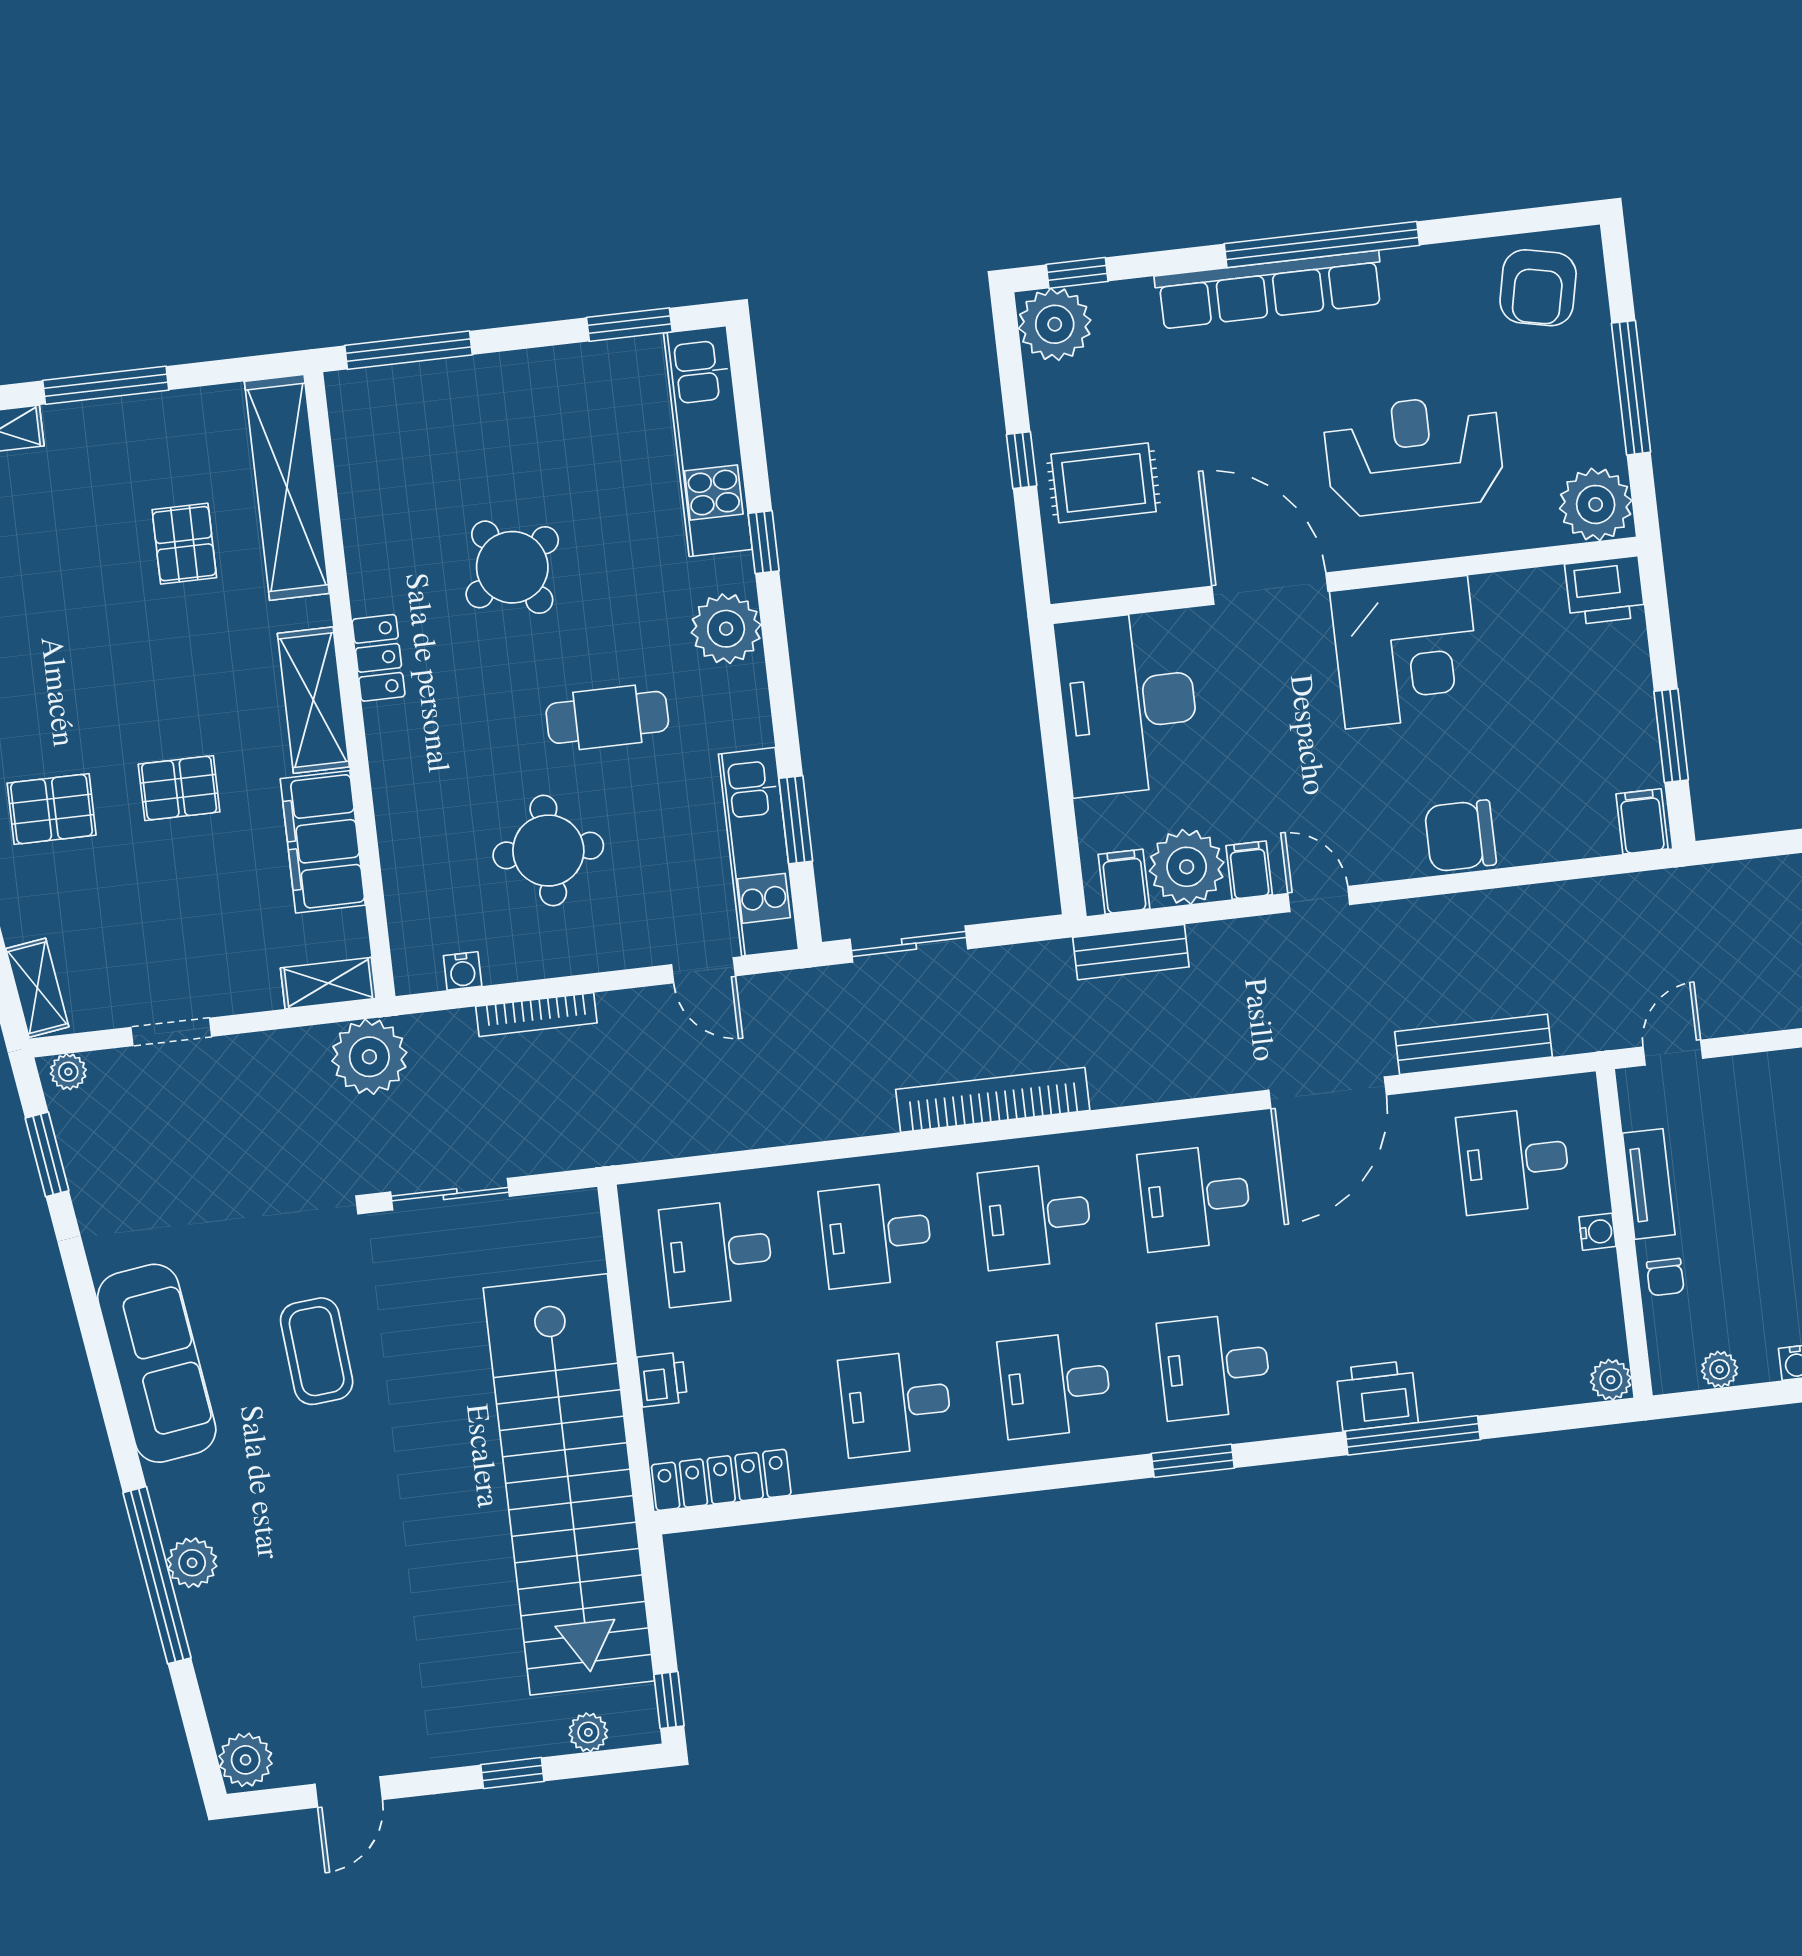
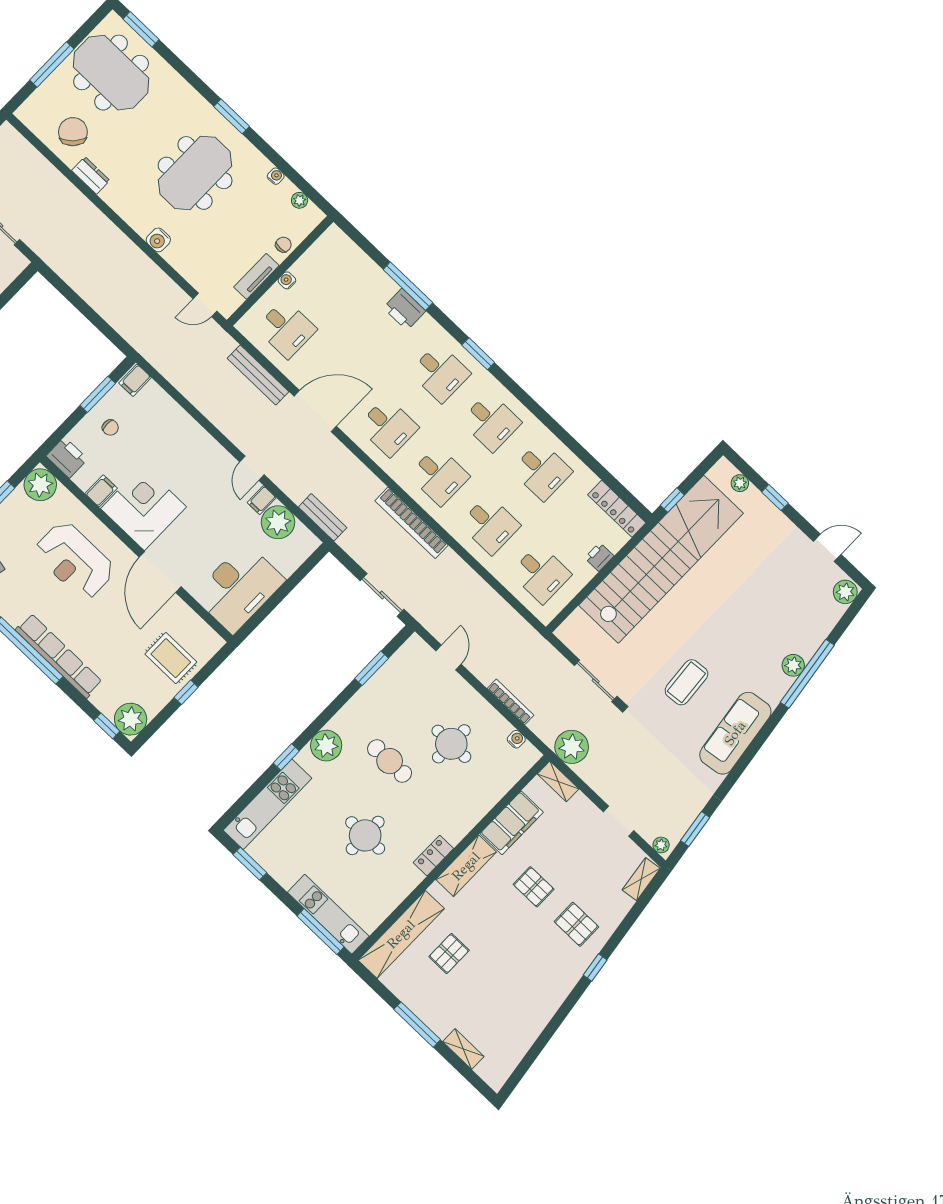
round table: (512, 567) -> (365, 835), turned 33
chair: (1460, 836) -> (110, 428), moved, width x0.54, depth x0.54
kitchen unit: (758, 852) -> (328, 914), moved, turned -90
filing cabinet: (1124, 882) -> (101, 491), moved, turned 180
plant: (1611, 1380) -> (333, 234), removed
window: (669, 1700) -> (672, 500), moved

